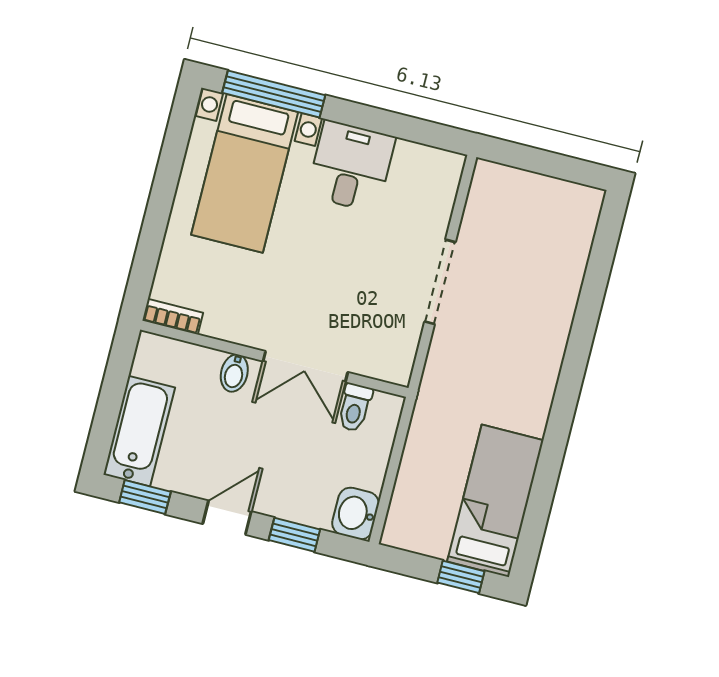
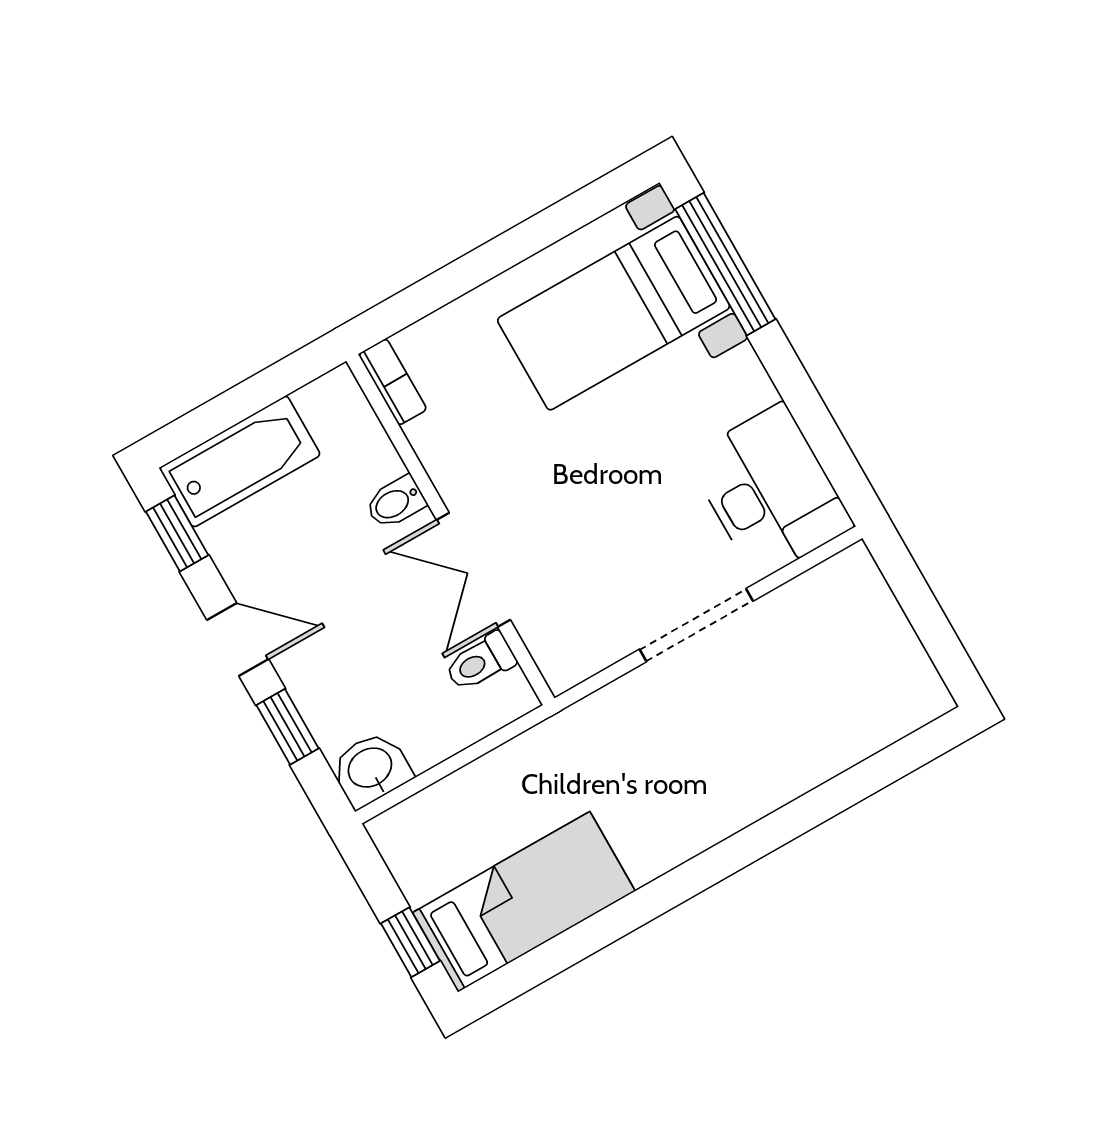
desk: (351, 166) -> (770, 491), moved, width x1.37

